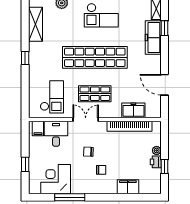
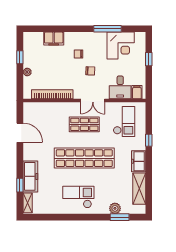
window: (25, 58) -> (149, 140), moved
checkout: (52, 97) -> (124, 122), turned 180
freezer: (133, 110) -> (139, 161), moved, turned 90
printer: (156, 162) -> (28, 61), removed

